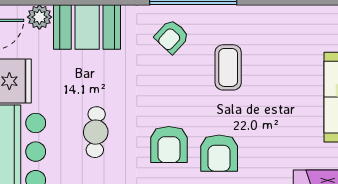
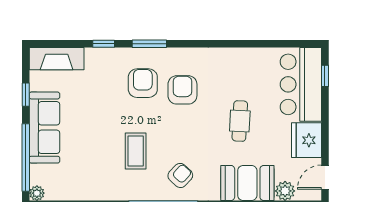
cafe table: (96, 132) -> (240, 121), moved

